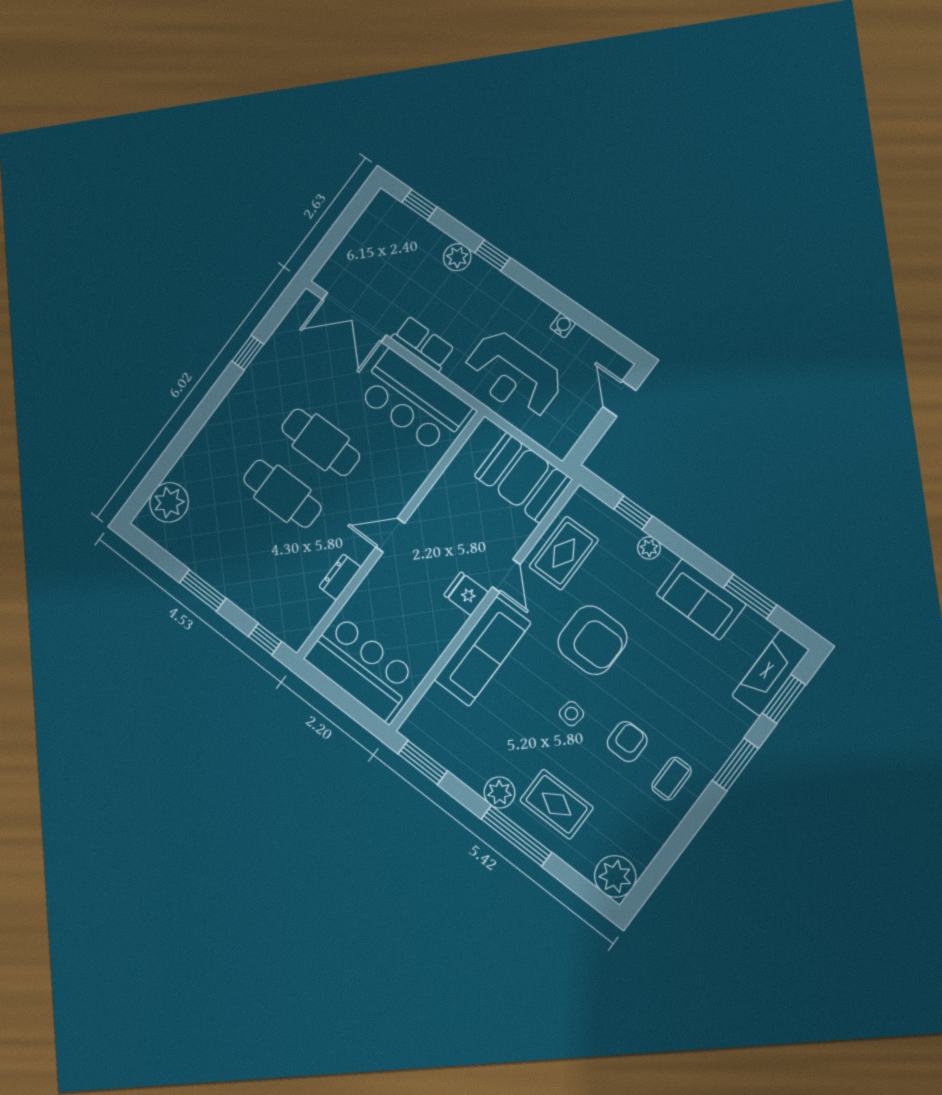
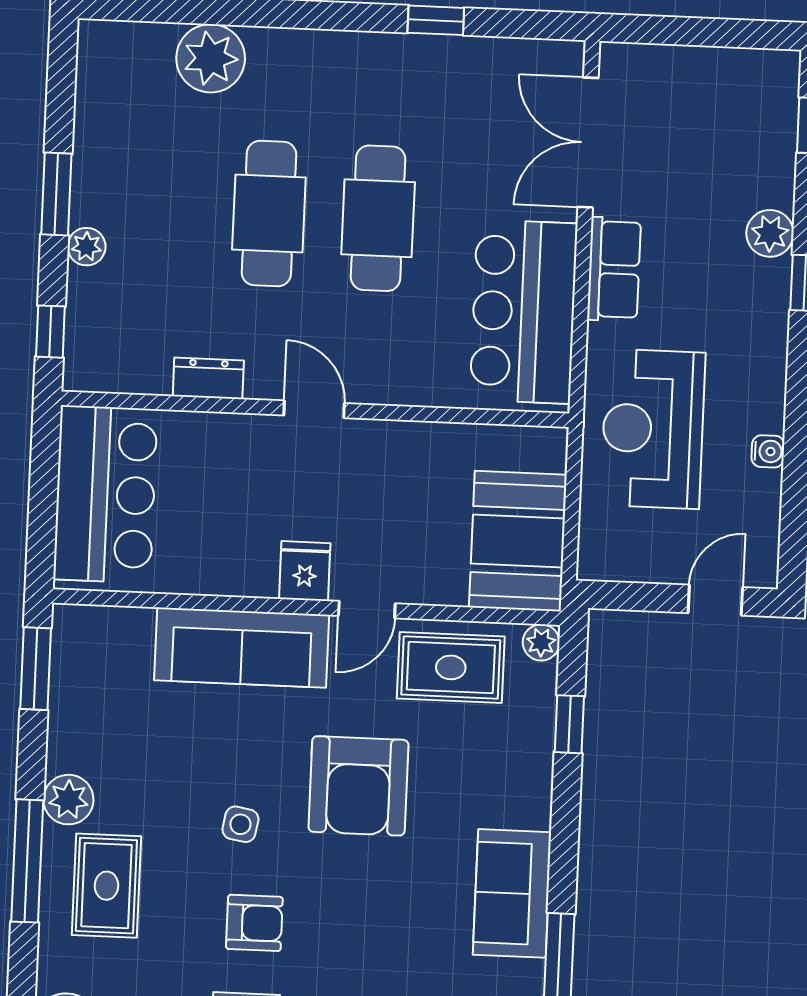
plant: (169, 502) -> (211, 58), moved
plant: (649, 548) -> (541, 642), moved
plant: (237, 593) -> (87, 247), added

